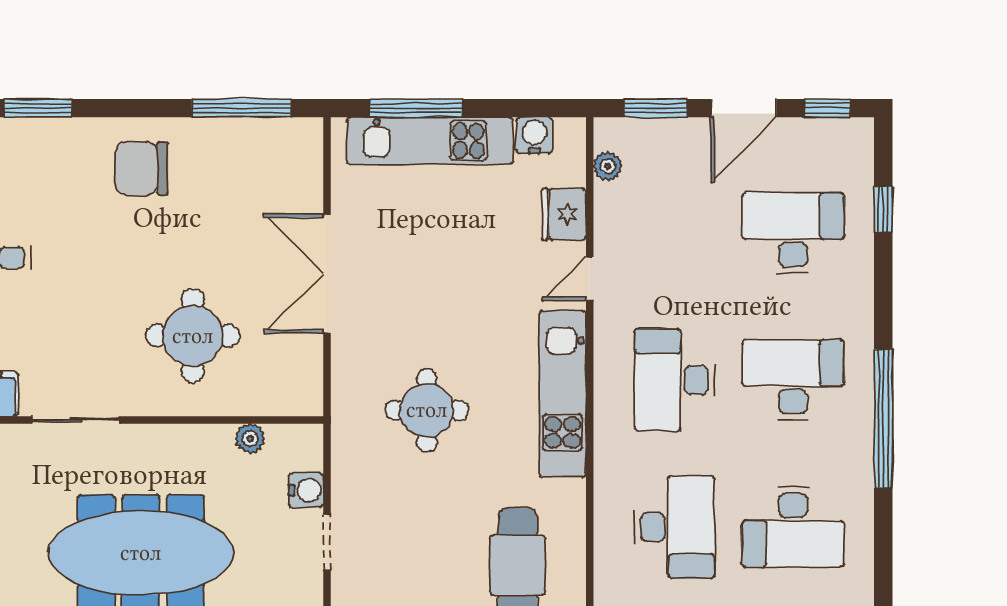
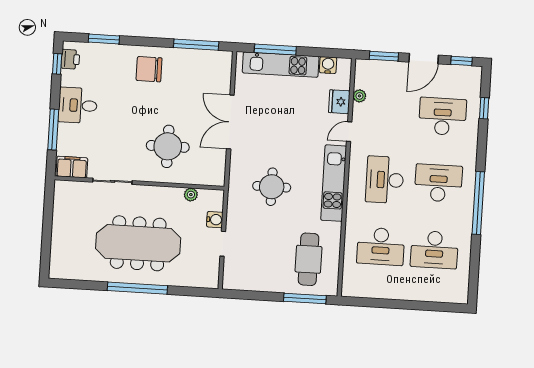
plant: (608, 166) -> (359, 96), moved
desk: (675, 527) -> (381, 246), turned 90

